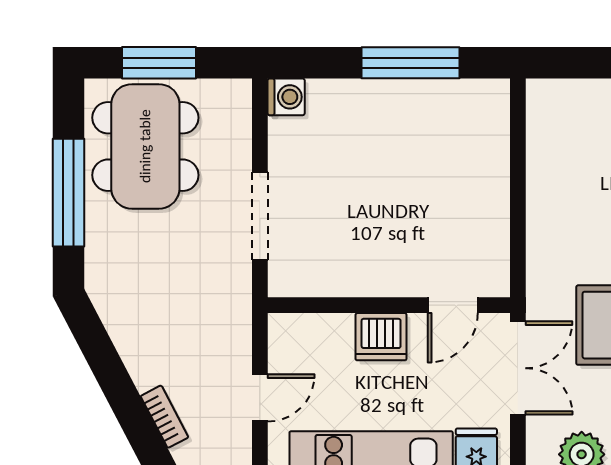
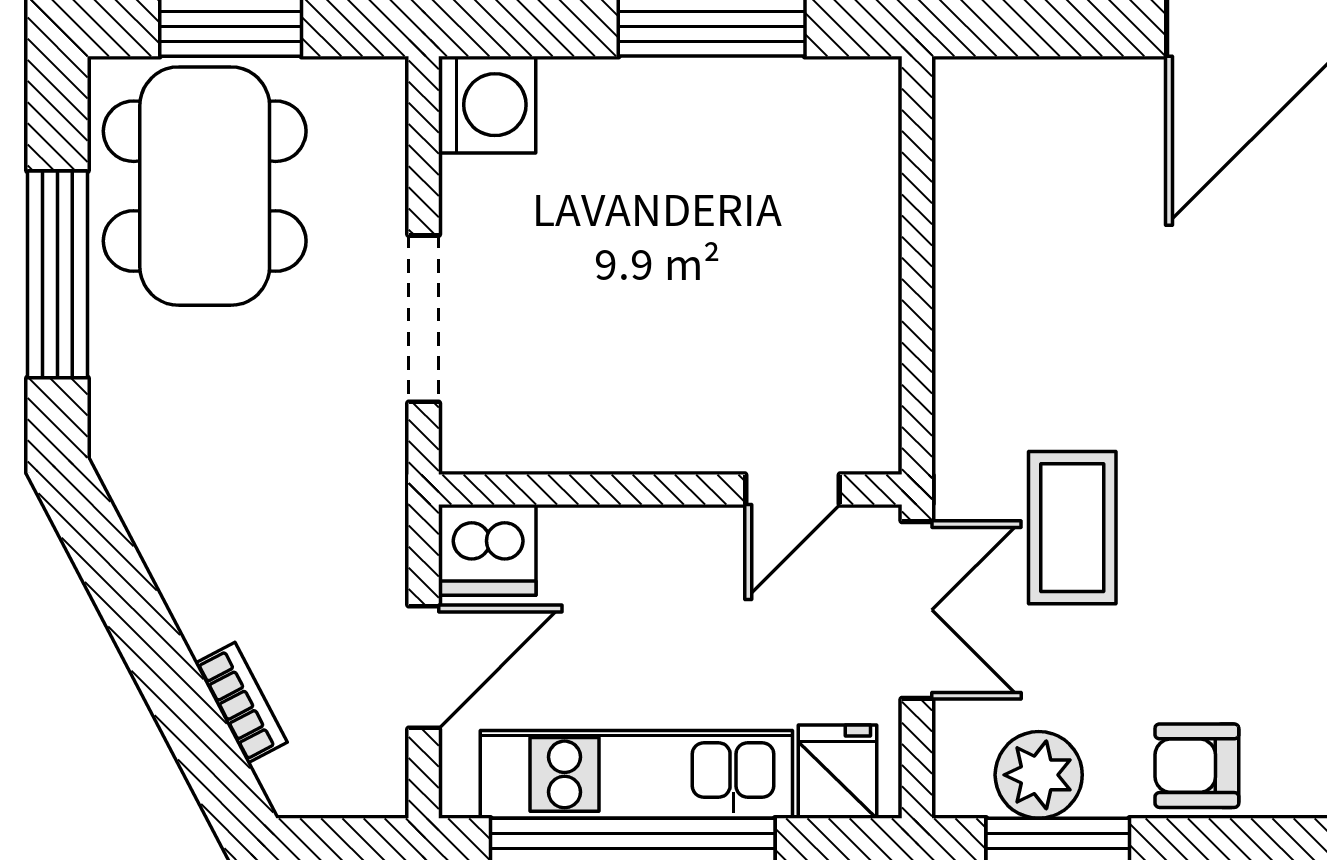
washing machine: (286, 97) -> (487, 105), width x1.38, depth x1.38
dishwasher: (381, 337) -> (487, 550), moved
door: (260, 398) -> (424, 667), width x1.38

